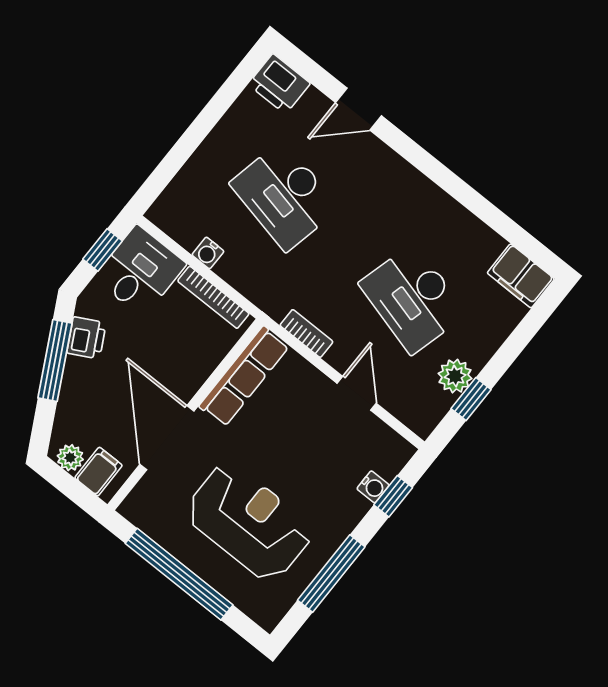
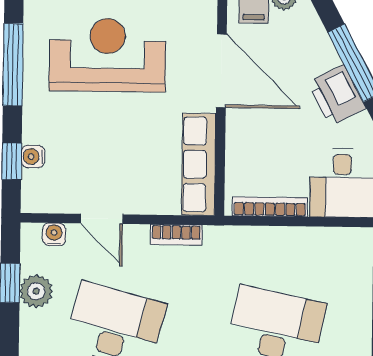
water cooler: (208, 253) -> (54, 234), moved
printer: (86, 338) -> (337, 95), width x1.36, depth x1.24
reception desk: (249, 522) -> (107, 55), turned 180

